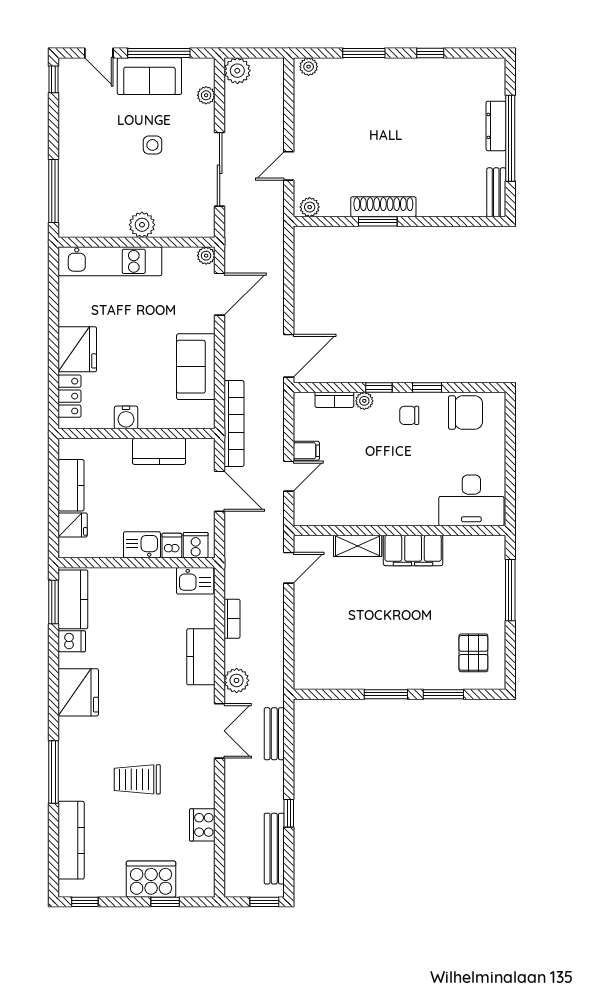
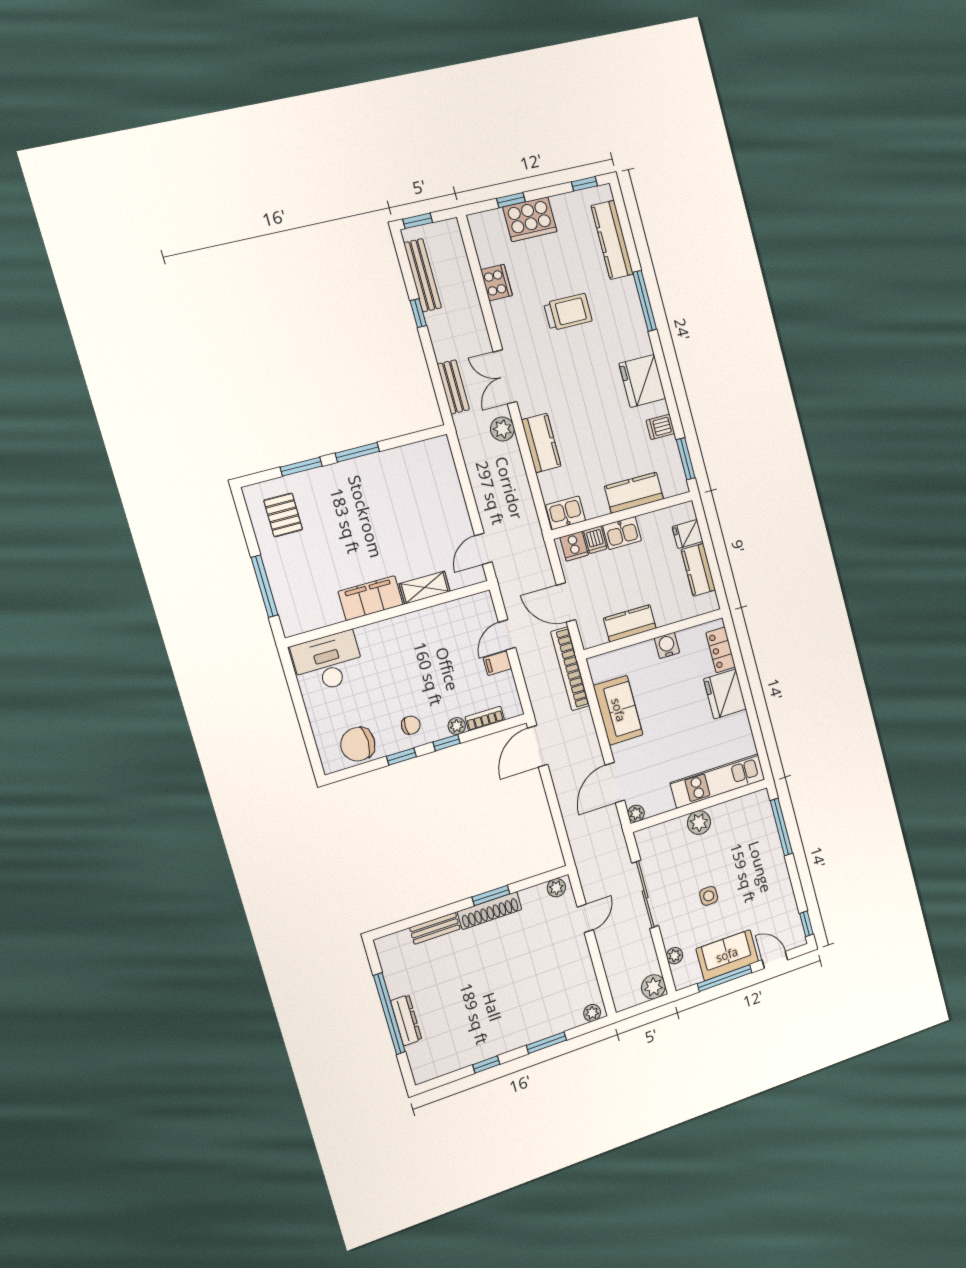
bench: (496, 192) -> (435, 928), moved, turned 90
kitchen counter: (73, 599) -> (634, 493), moved, turned 90
bookcase: (232, 619) -> (522, 486), removed

